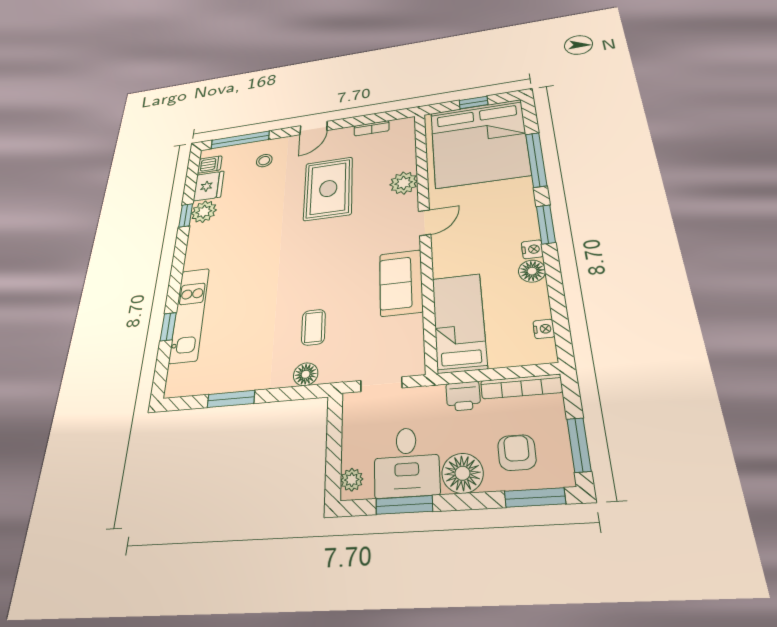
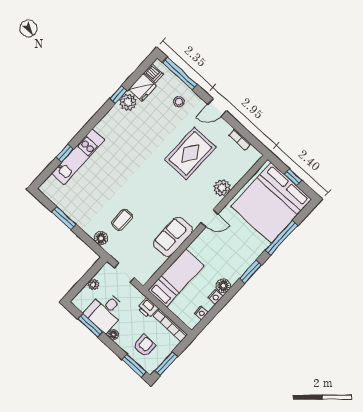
nightstand: (532, 249) -> (215, 297), moved
floor lamp: (462, 473) -> (113, 335), width x0.53, depth x0.53
plant: (352, 480) -> (93, 285), moved

